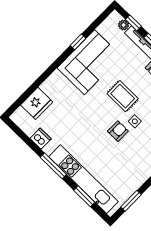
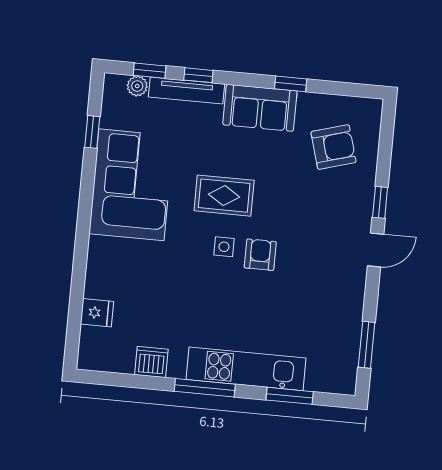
window: (78, 42) -> (92, 132), moved
fridge: (37, 103) -> (97, 313), width x0.53, depth x0.75
side table: (135, 121) -> (224, 247), moved
kitchen unit: (83, 179) -> (246, 369), width x0.73

